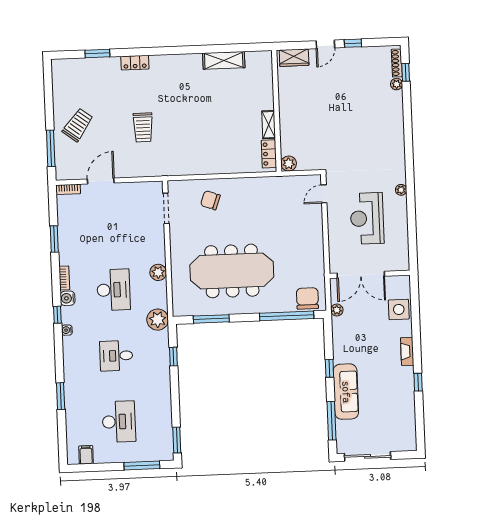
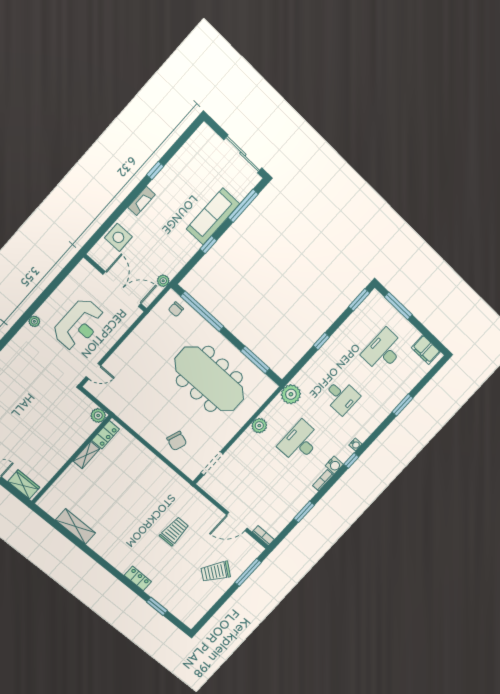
chair: (307, 298) -> (176, 309), width x0.54, depth x0.54
window: (173, 357) -> (321, 341), moved
filing cabinet: (86, 455) -> (426, 350), width x2.00

